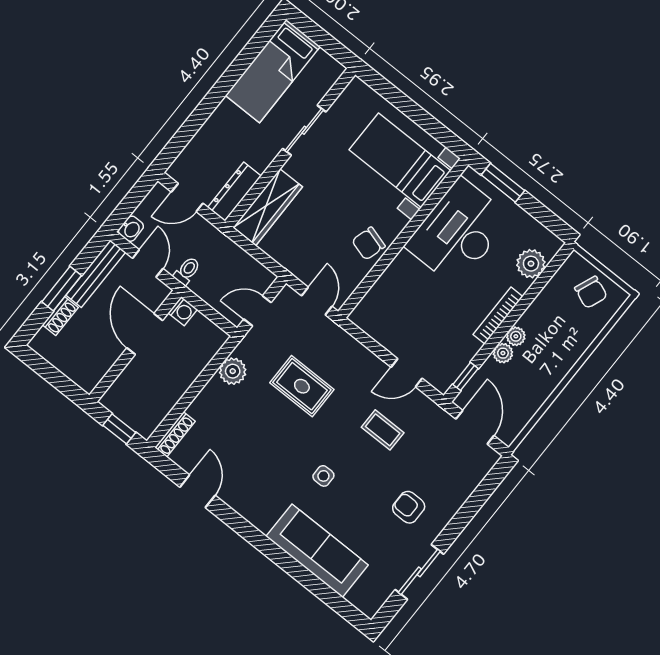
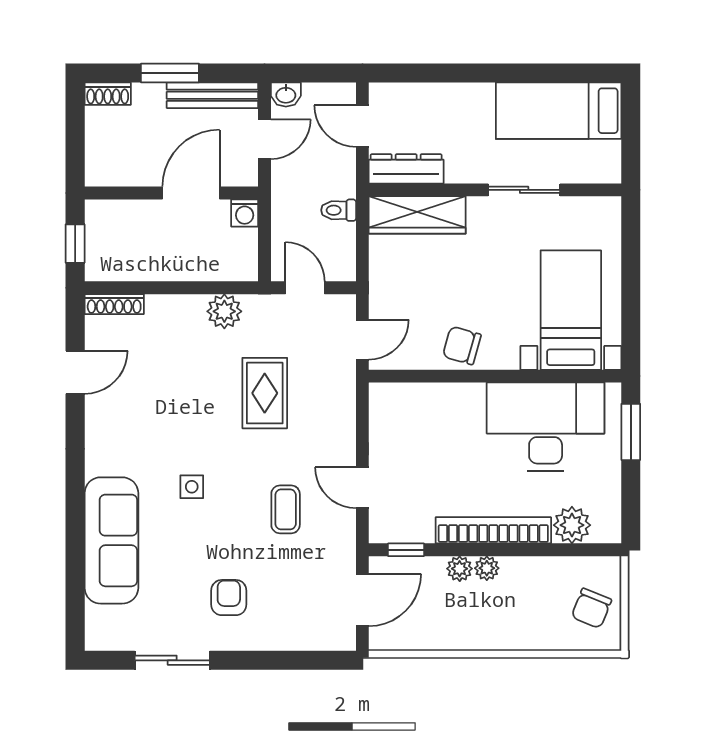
toilet: (187, 271) -> (339, 210), moved, turned 180
bookcase: (498, 315) -> (493, 530), width x1.48, depth x1.31
shoe rack: (60, 316) -> (108, 94), moved

